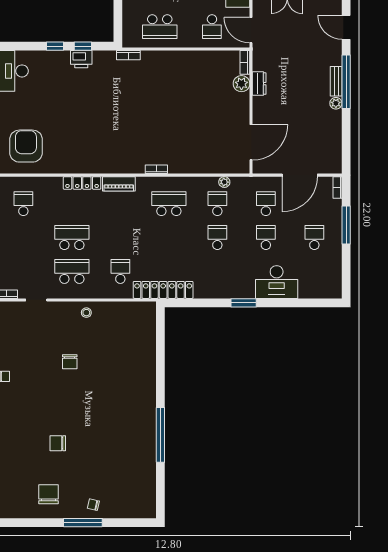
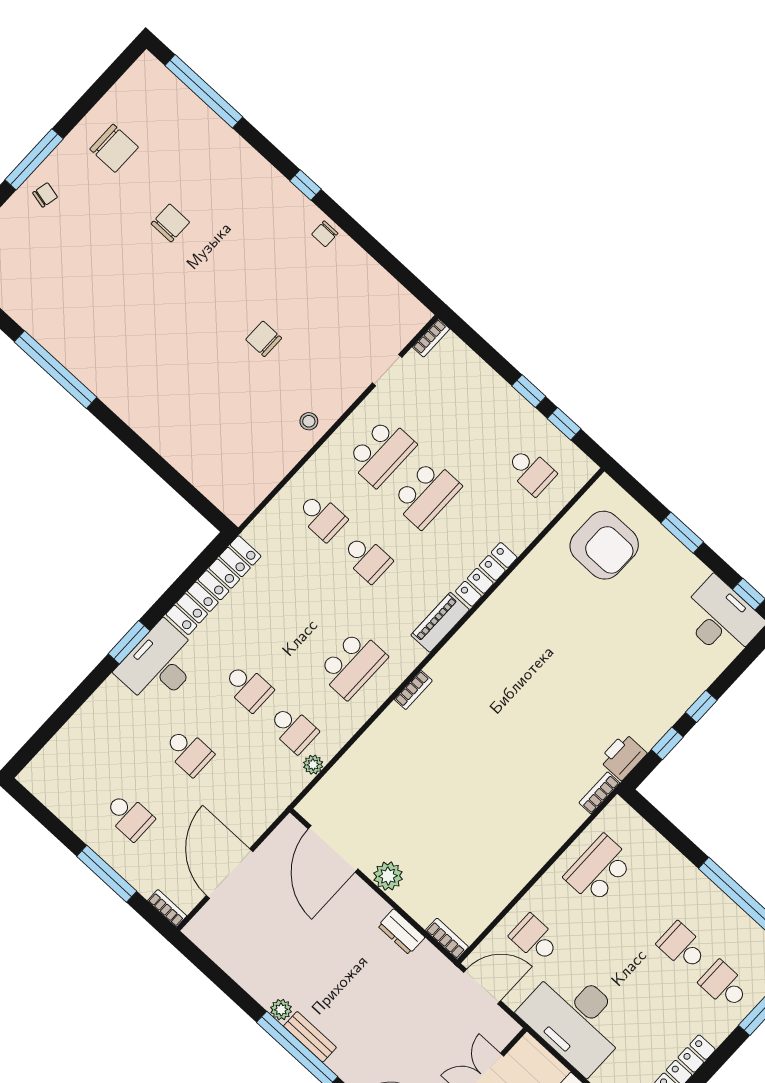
printer: (81, 59) -> (623, 757), moved
plant: (241, 84) -> (388, 876), moved
school desk: (266, 204) -> (367, 558), moved
desk: (277, 282) -> (159, 665), moved
locker: (163, 290) -> (213, 585), moved

